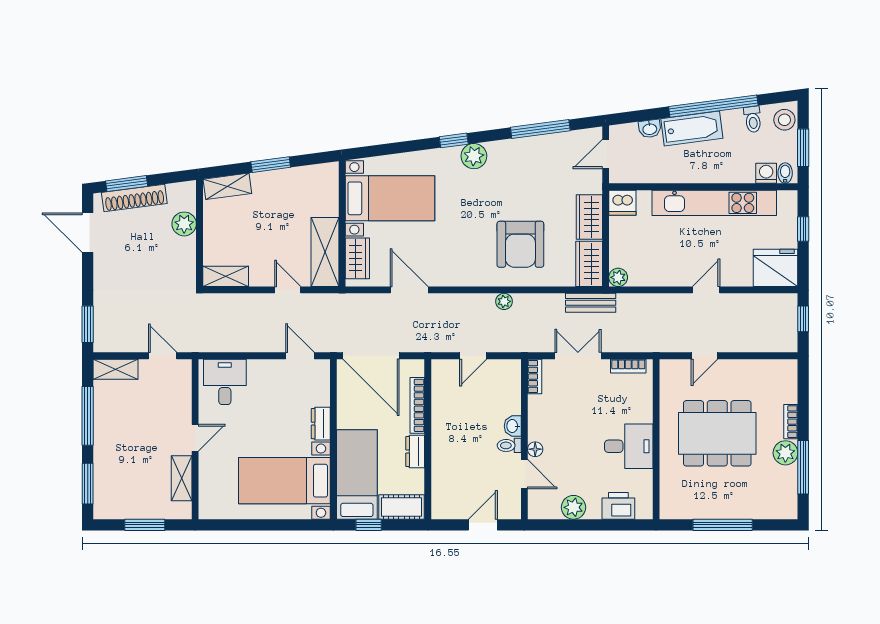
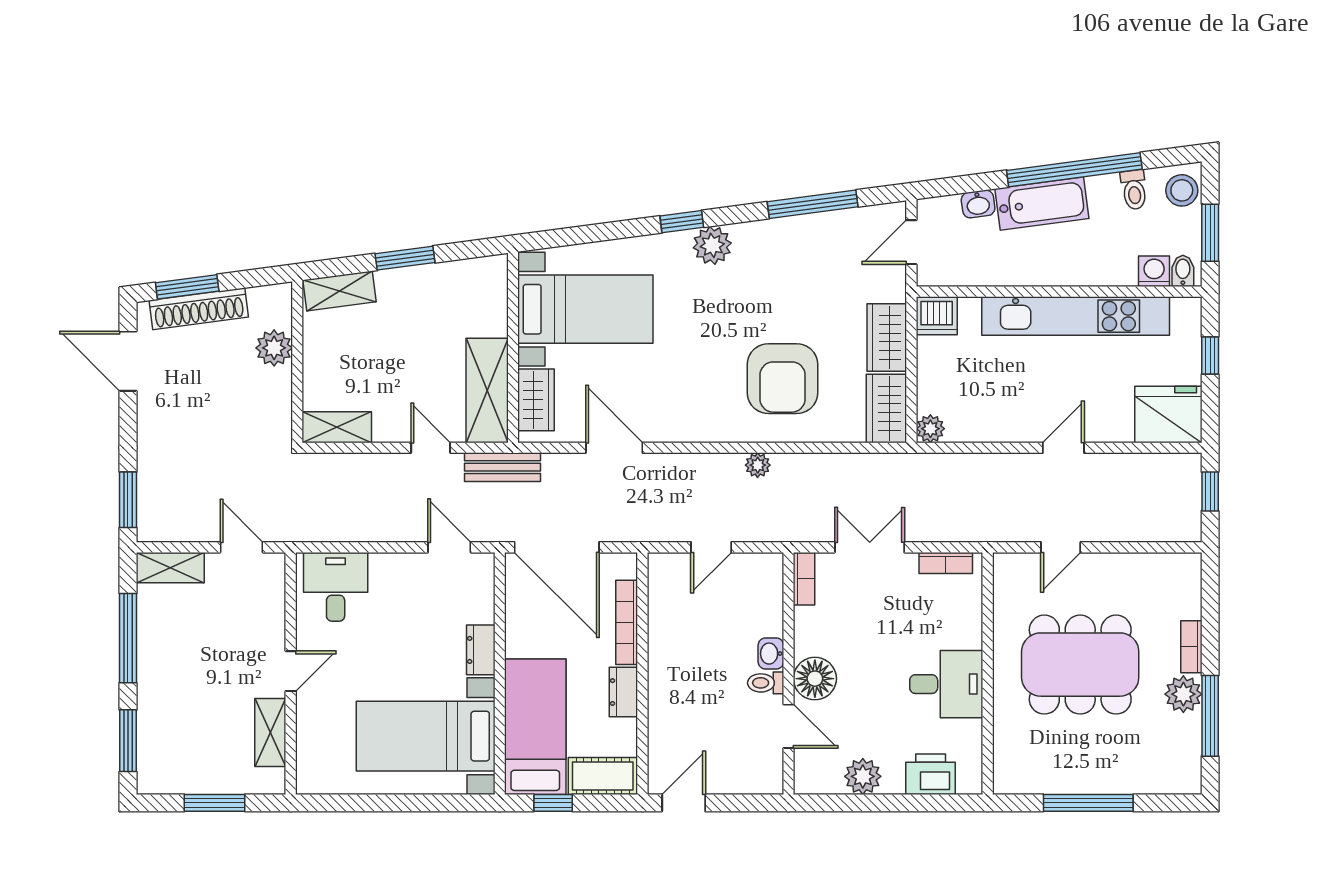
bench: (591, 303) -> (502, 467), moved
floor lamp: (535, 449) -> (815, 679), width x1.89, depth x1.89
door: (483, 525) -> (684, 803), moved

